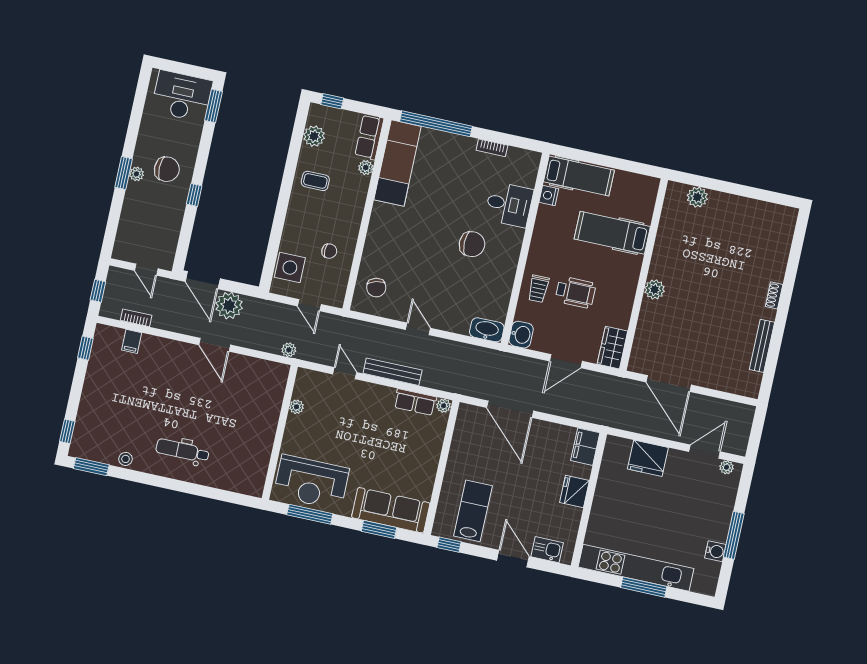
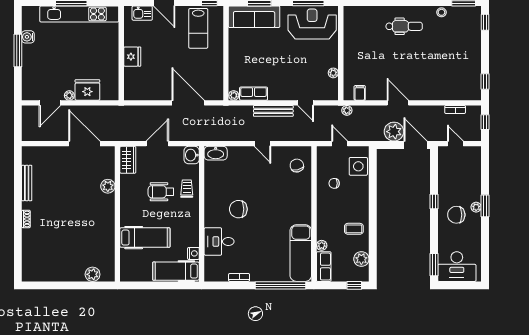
plant: (655, 289) -> (108, 186), moved
filing cabinet: (132, 341) -> (360, 93), moved
filing cabinet: (585, 447) -> (132, 89), removed
plant: (726, 467) -> (69, 95), moved

